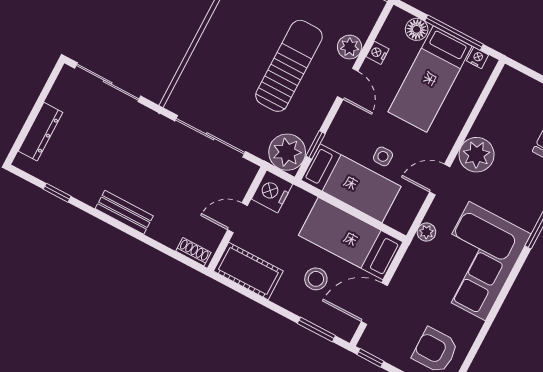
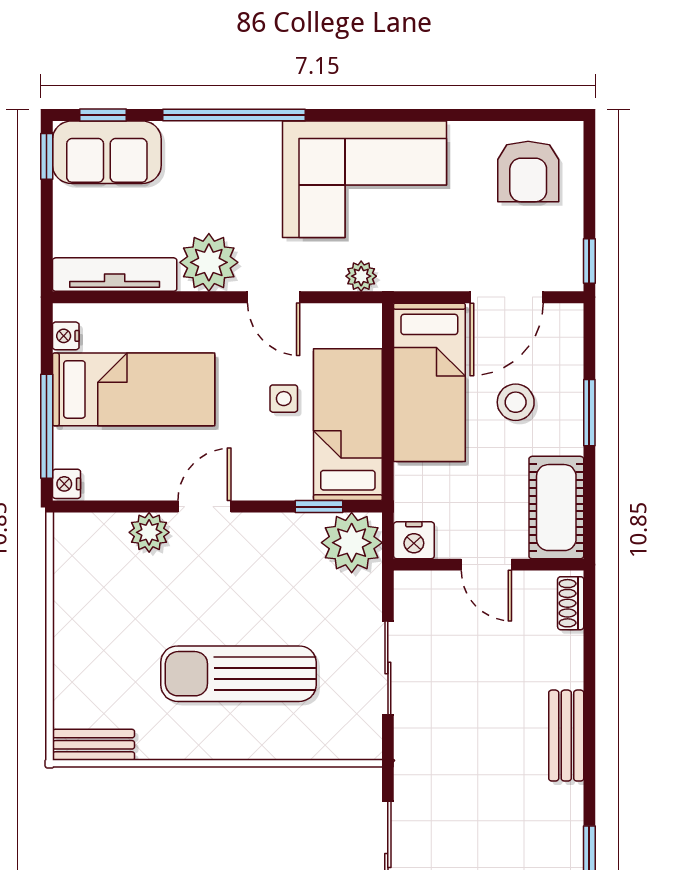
floor lamp: (417, 29) -> (71, 448), removed
window: (454, 33) -> (47, 426), moved
nightstand: (378, 53) -> (66, 484), moved, turned 90
sun lounger: (289, 66) -> (238, 674), moved
tv unit: (497, 101) -> (115, 275), added
sliding door: (210, 136) -> (388, 668), width x0.73
nightstand: (272, 192) -> (414, 540), width x0.74, depth x0.75
door: (374, 304) -> (507, 297), hinge flipped
window: (316, 329) -> (589, 413), moved

